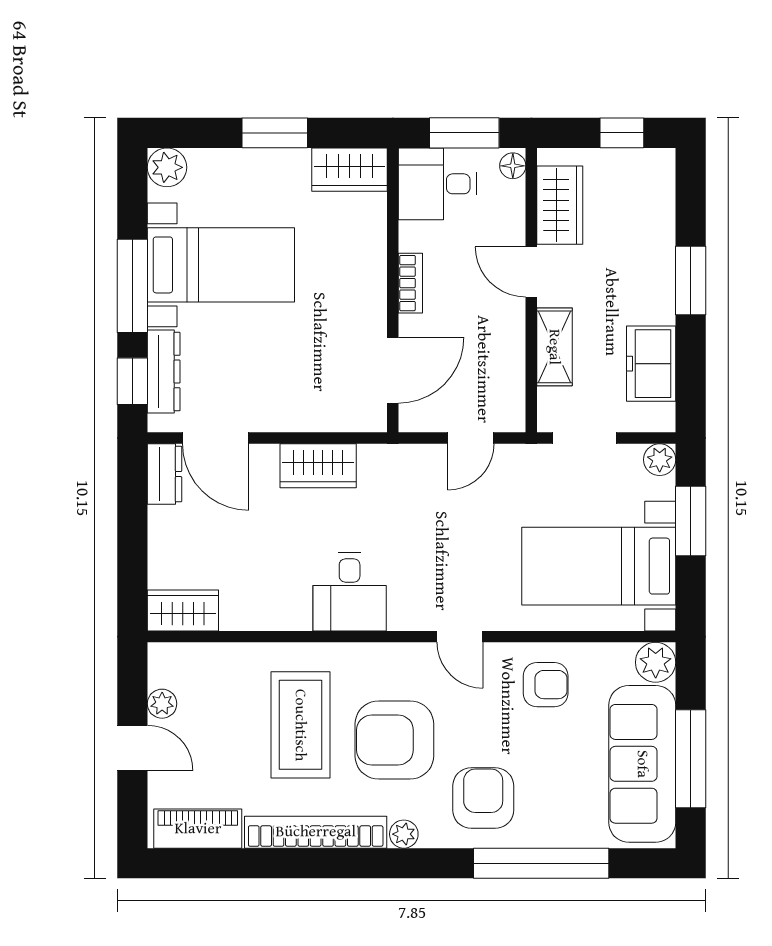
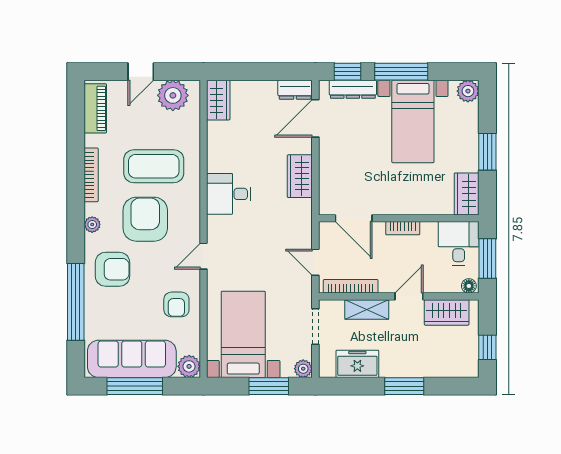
bookcase: (513, 376) -> (351, 286), added
plant: (162, 704) -> (173, 95), width x1.88, depth x1.88
bookcase: (316, 832) -> (91, 175), width x0.68, depth x0.76

